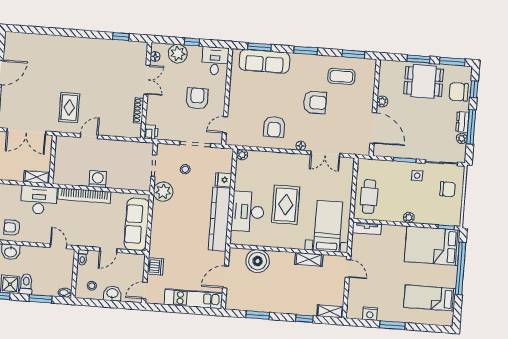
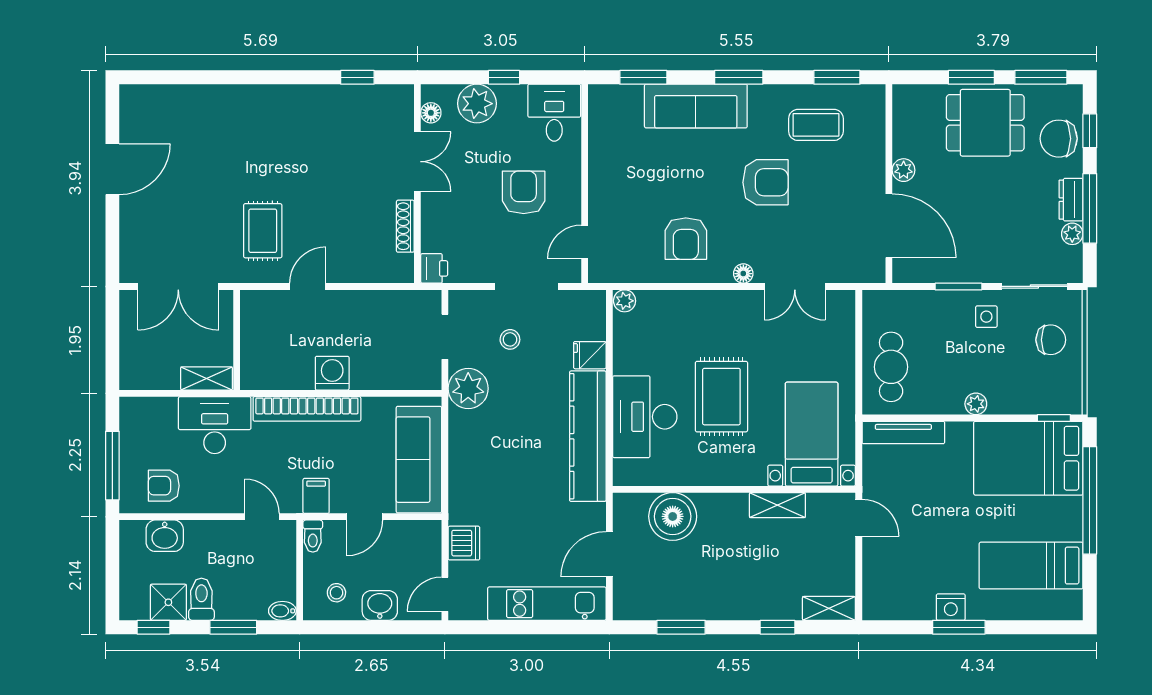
sofa: (264, 61) -> (696, 106), moved
tv unit: (367, 228) -> (903, 433), width x1.41
filing cabinet: (85, 238) -> (316, 496), added
nightstand: (370, 314) -> (951, 607), moved

